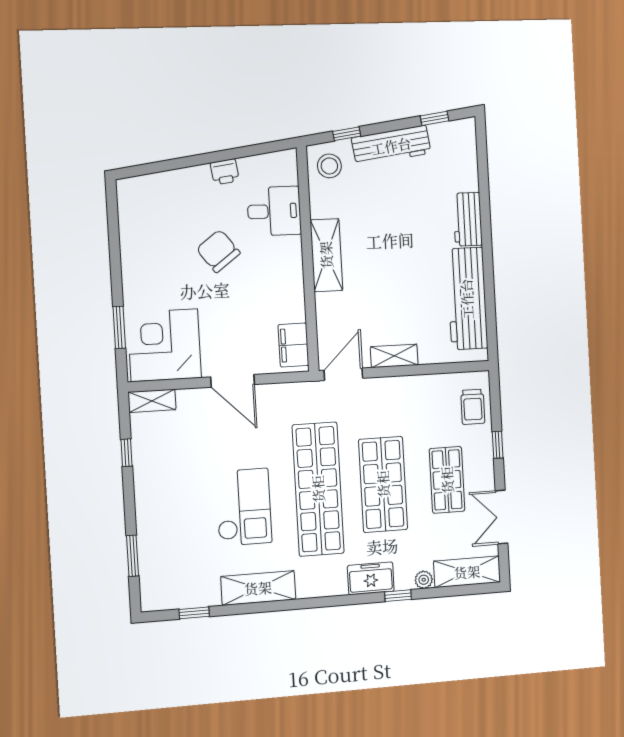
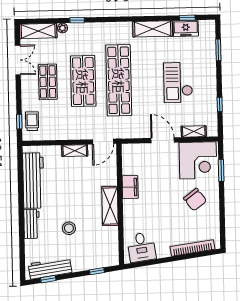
workbench: (391, 146) -> (50, 268), moved
stool: (329, 166) -> (69, 228), moved
printer: (225, 172) -> (163, 252), removed
bookcase: (169, 180) -> (193, 248), added
desk: (274, 211) -> (141, 247), moved, turned -98
chair: (218, 251) -> (195, 200), moved
filing cabinet: (293, 345) -> (130, 187), moved
shelving: (152, 401) -> (194, 131), moved
window: (498, 445) -> (19, 122), moved
checkout: (244, 507) -> (178, 83), moved
freezer: (371, 578) -> (186, 28), moved

